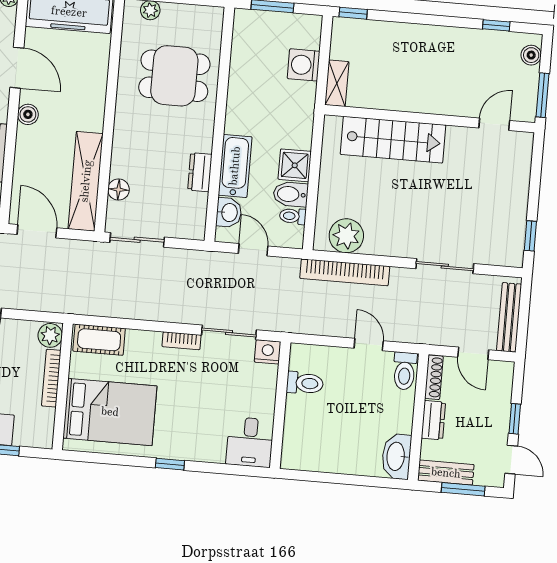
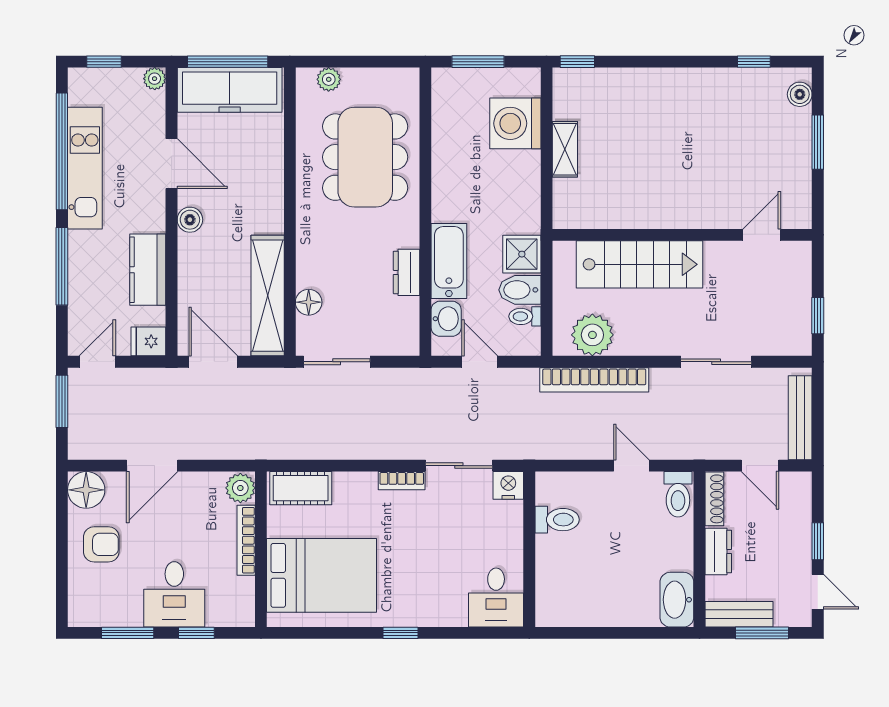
washing machine: (304, 65) -> (515, 123), width x1.37, depth x1.37
dining table: (174, 76) -> (365, 157), width x1.38
wall: (430, 119) -> (682, 235), moved
door: (494, 124) -> (762, 235), moved
stairs: (393, 140) -> (639, 264), moved

